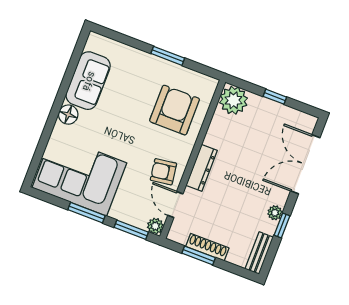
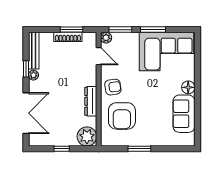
dresser: (202, 168) -> (91, 101), moved
armchair: (163, 172) -> (113, 87), moved
bench: (259, 253) -> (34, 51), width x1.36

